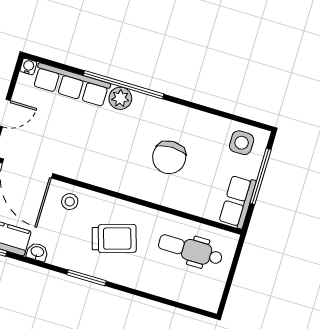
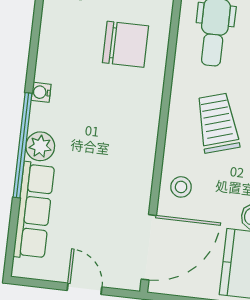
water cooler: (28, 67) -> (41, 92), moved
chair: (169, 157) -> (125, 44), moved

